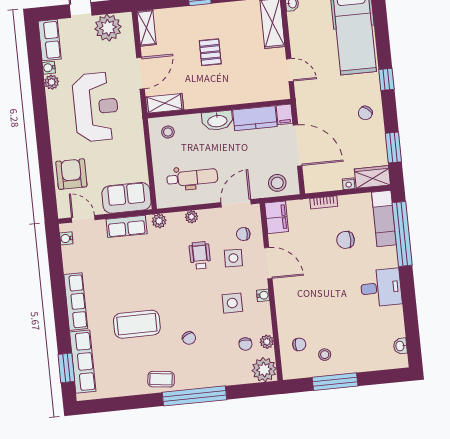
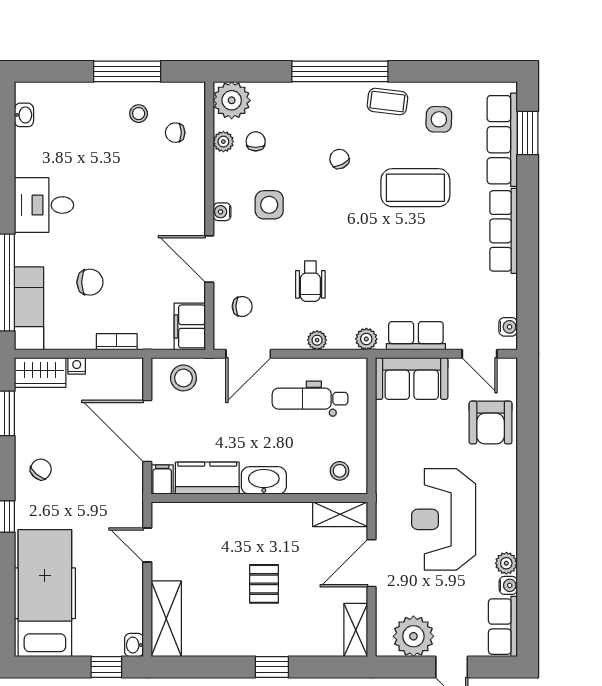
side table: (233, 258) -> (439, 119), moved

